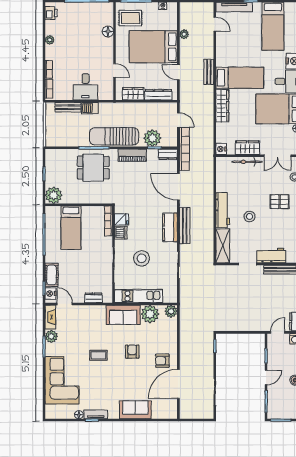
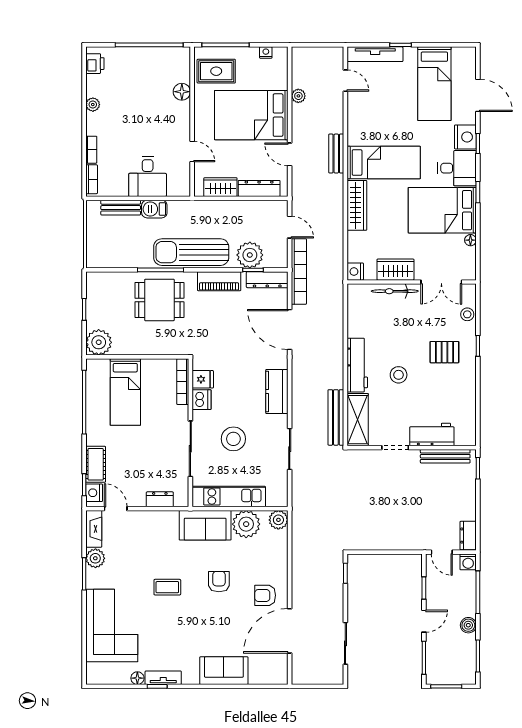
dresser: (168, 154) -> (267, 280), width x1.44
bench: (185, 226) -> (336, 417), moved
door: (278, 332) -> (442, 552), swing flipped

